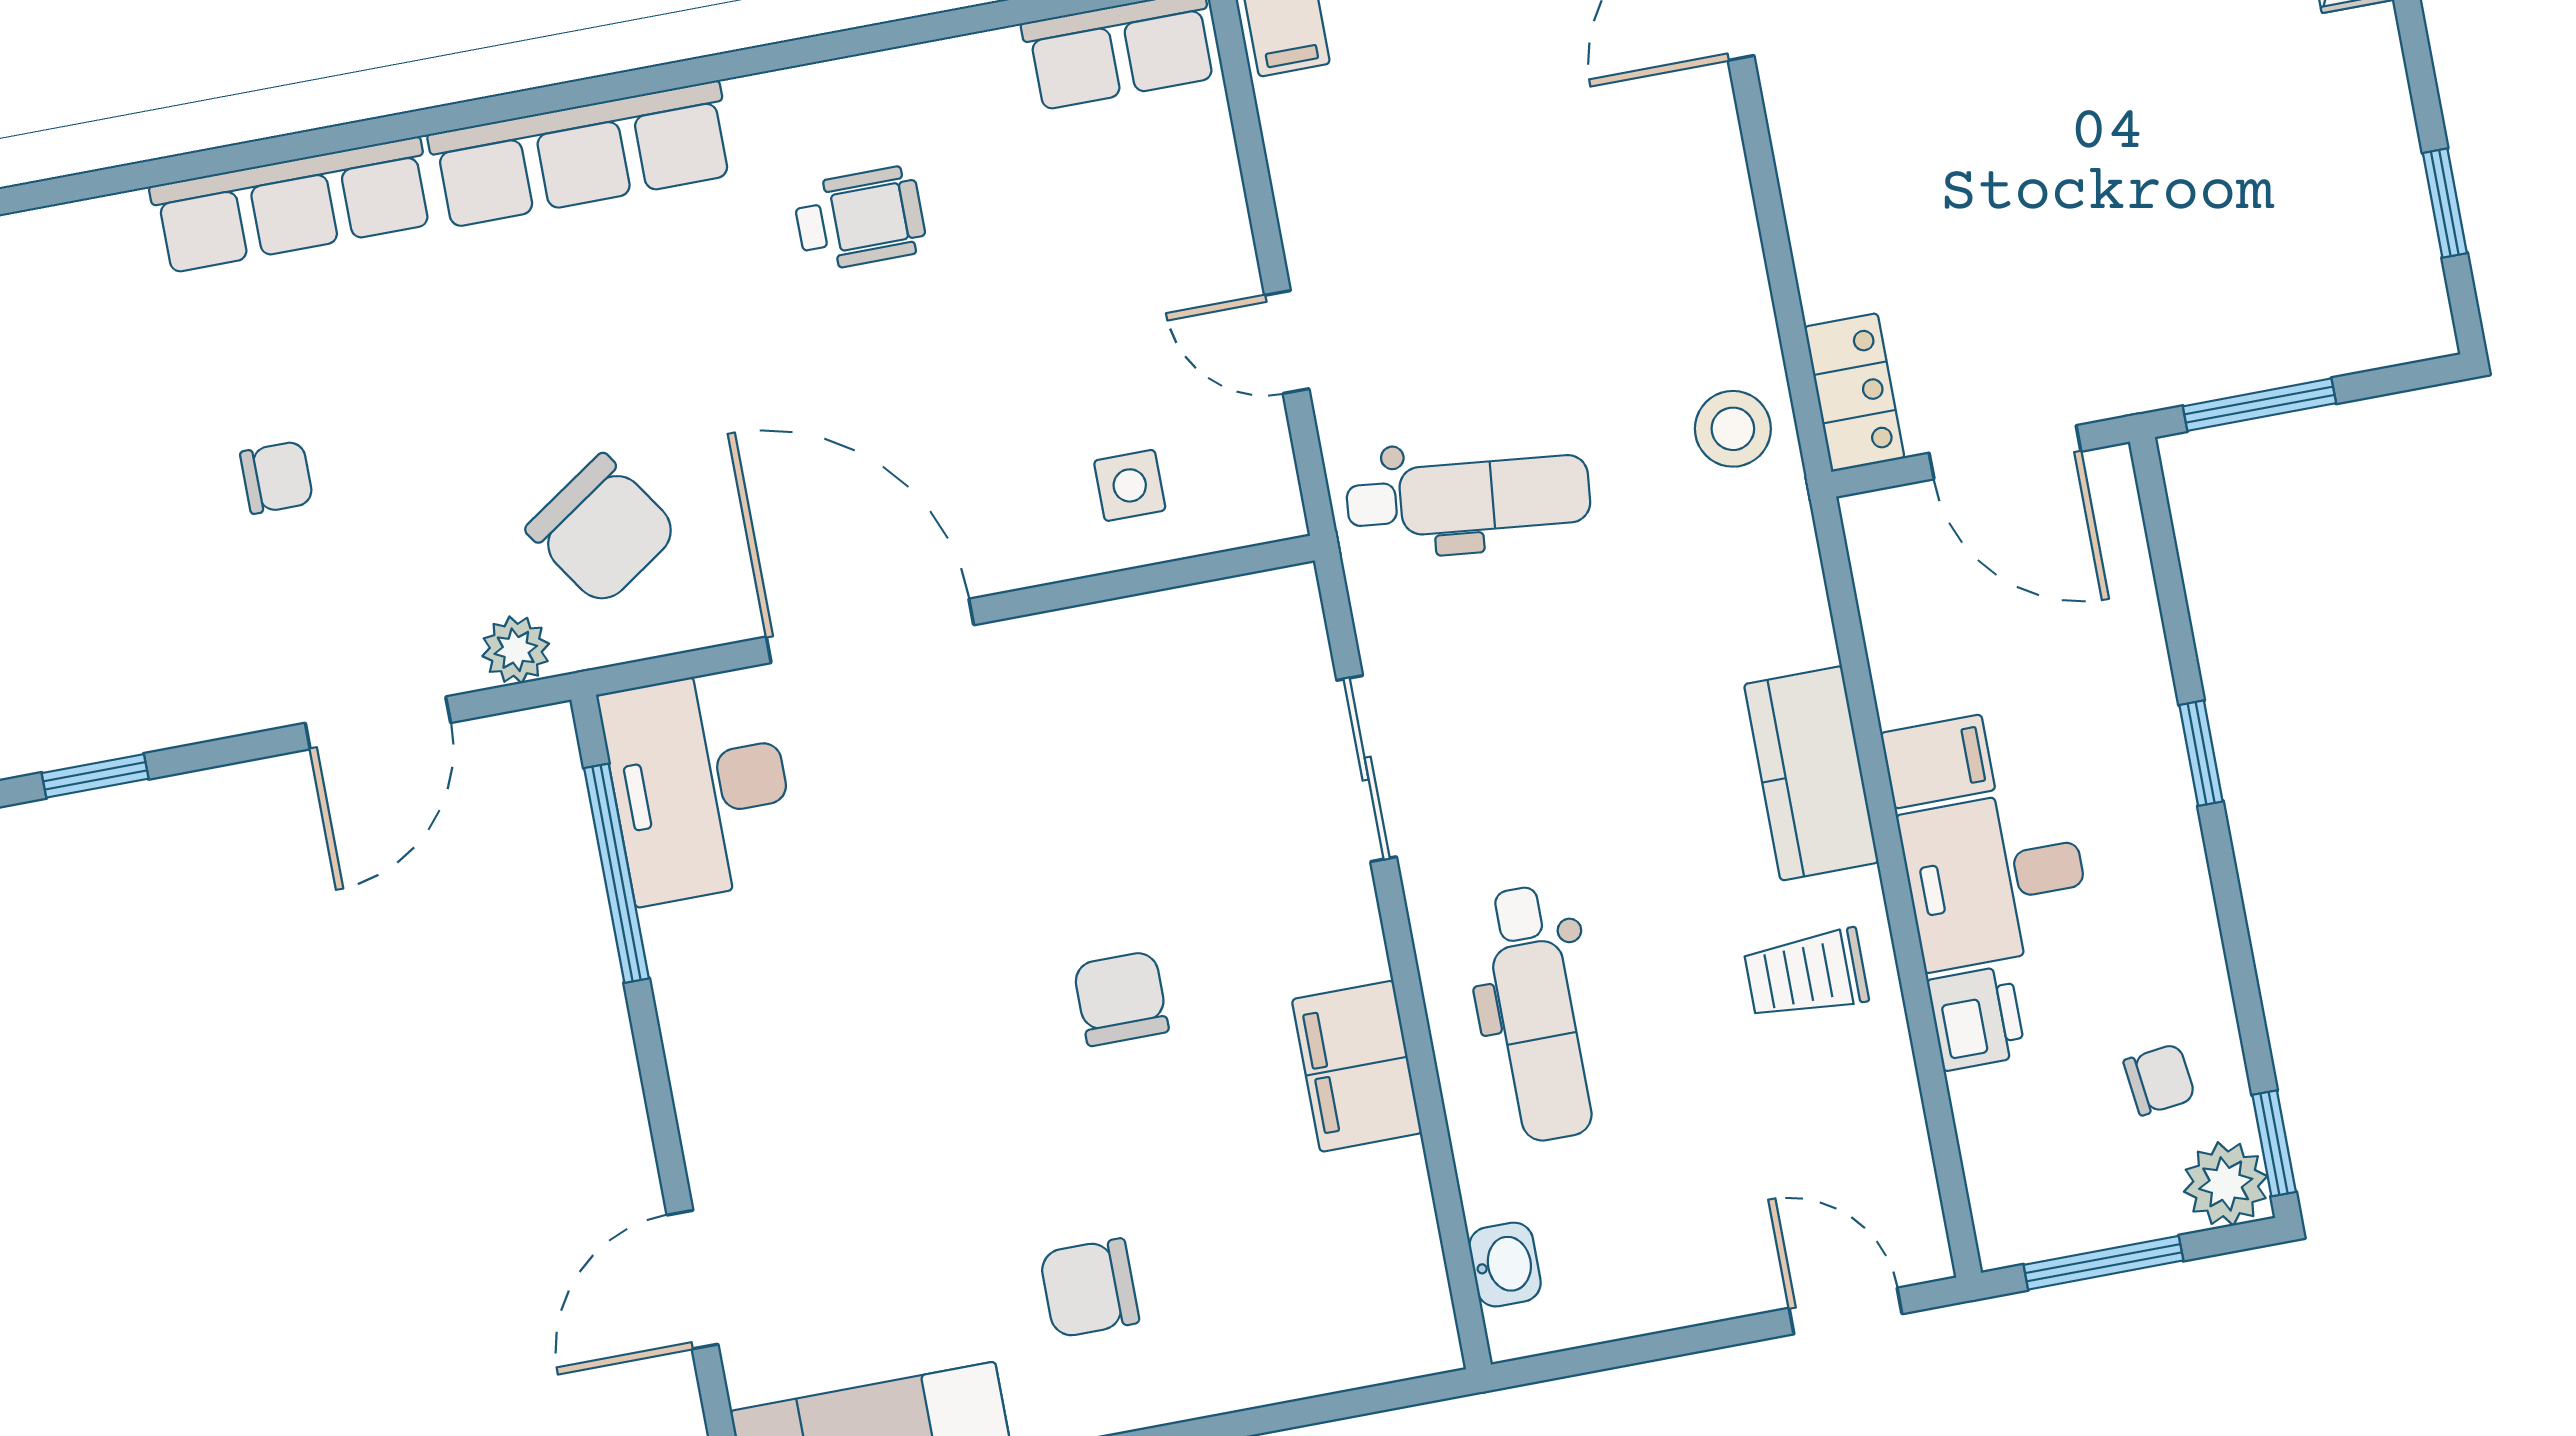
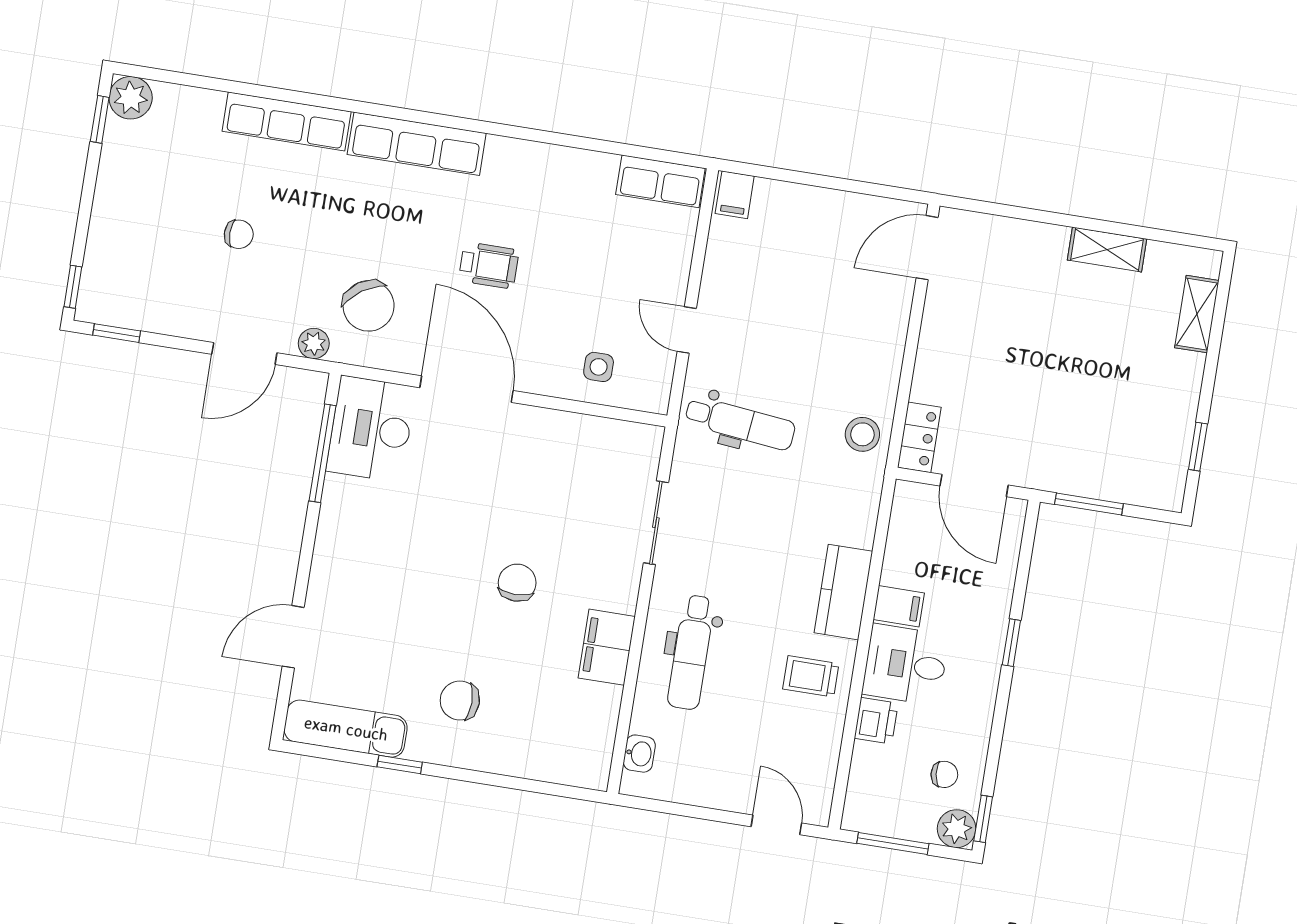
wheelchair: (860, 219) -> (489, 265), moved

